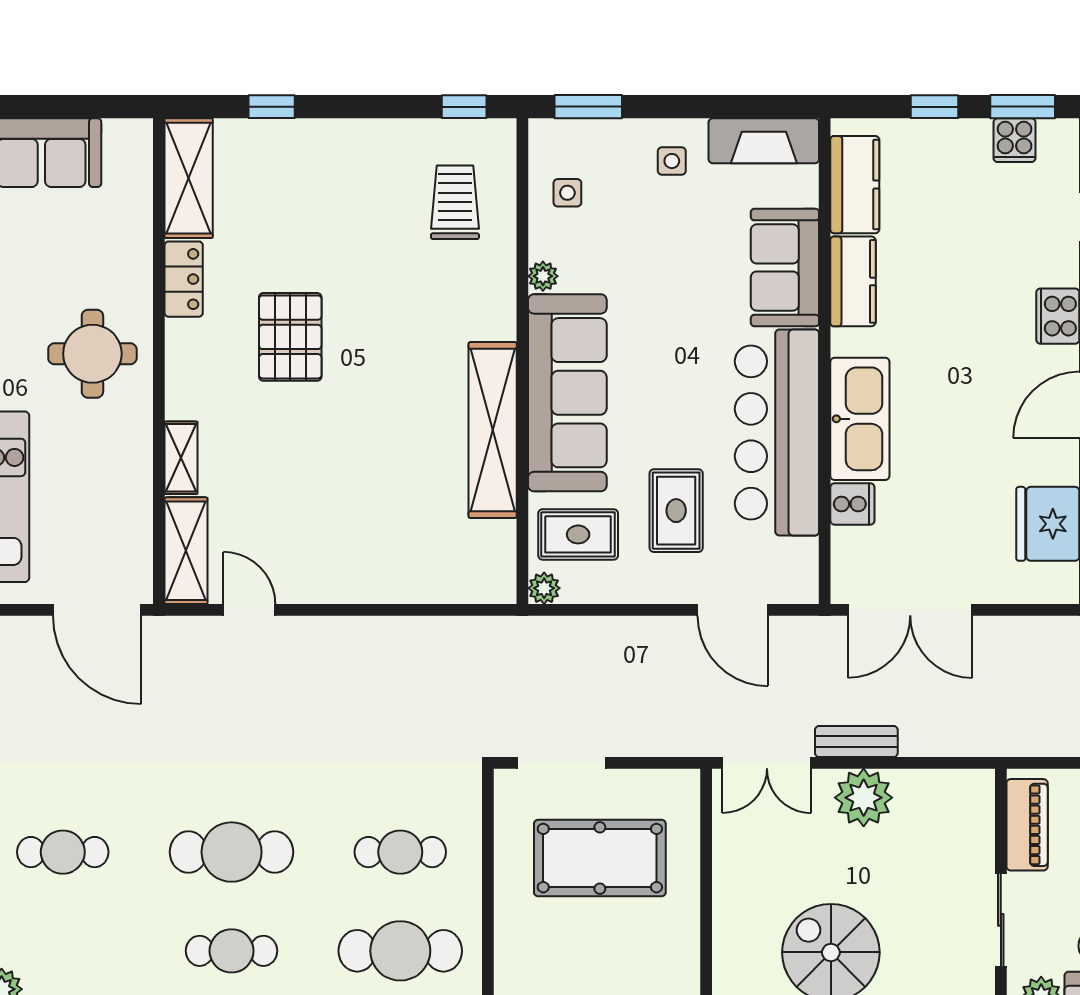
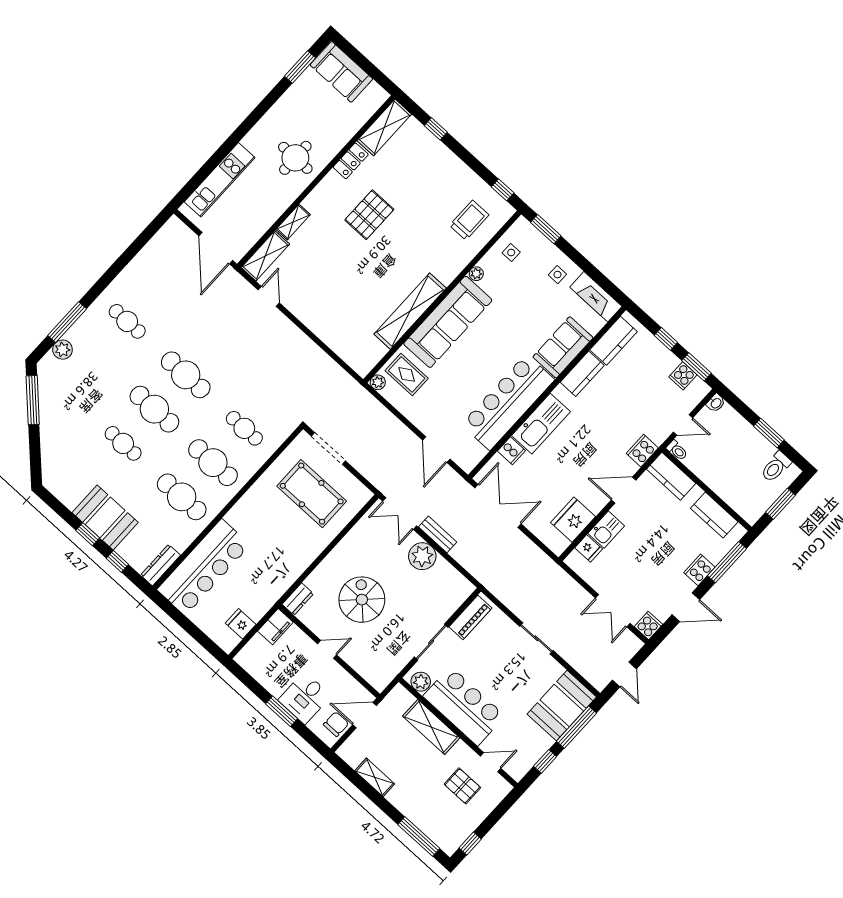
rug: (676, 511) -> (448, 397), removed
double door: (910, 610) -> (498, 506), swing flipped
cafe table: (232, 951) -> (154, 409), width x1.37, depth x1.35

